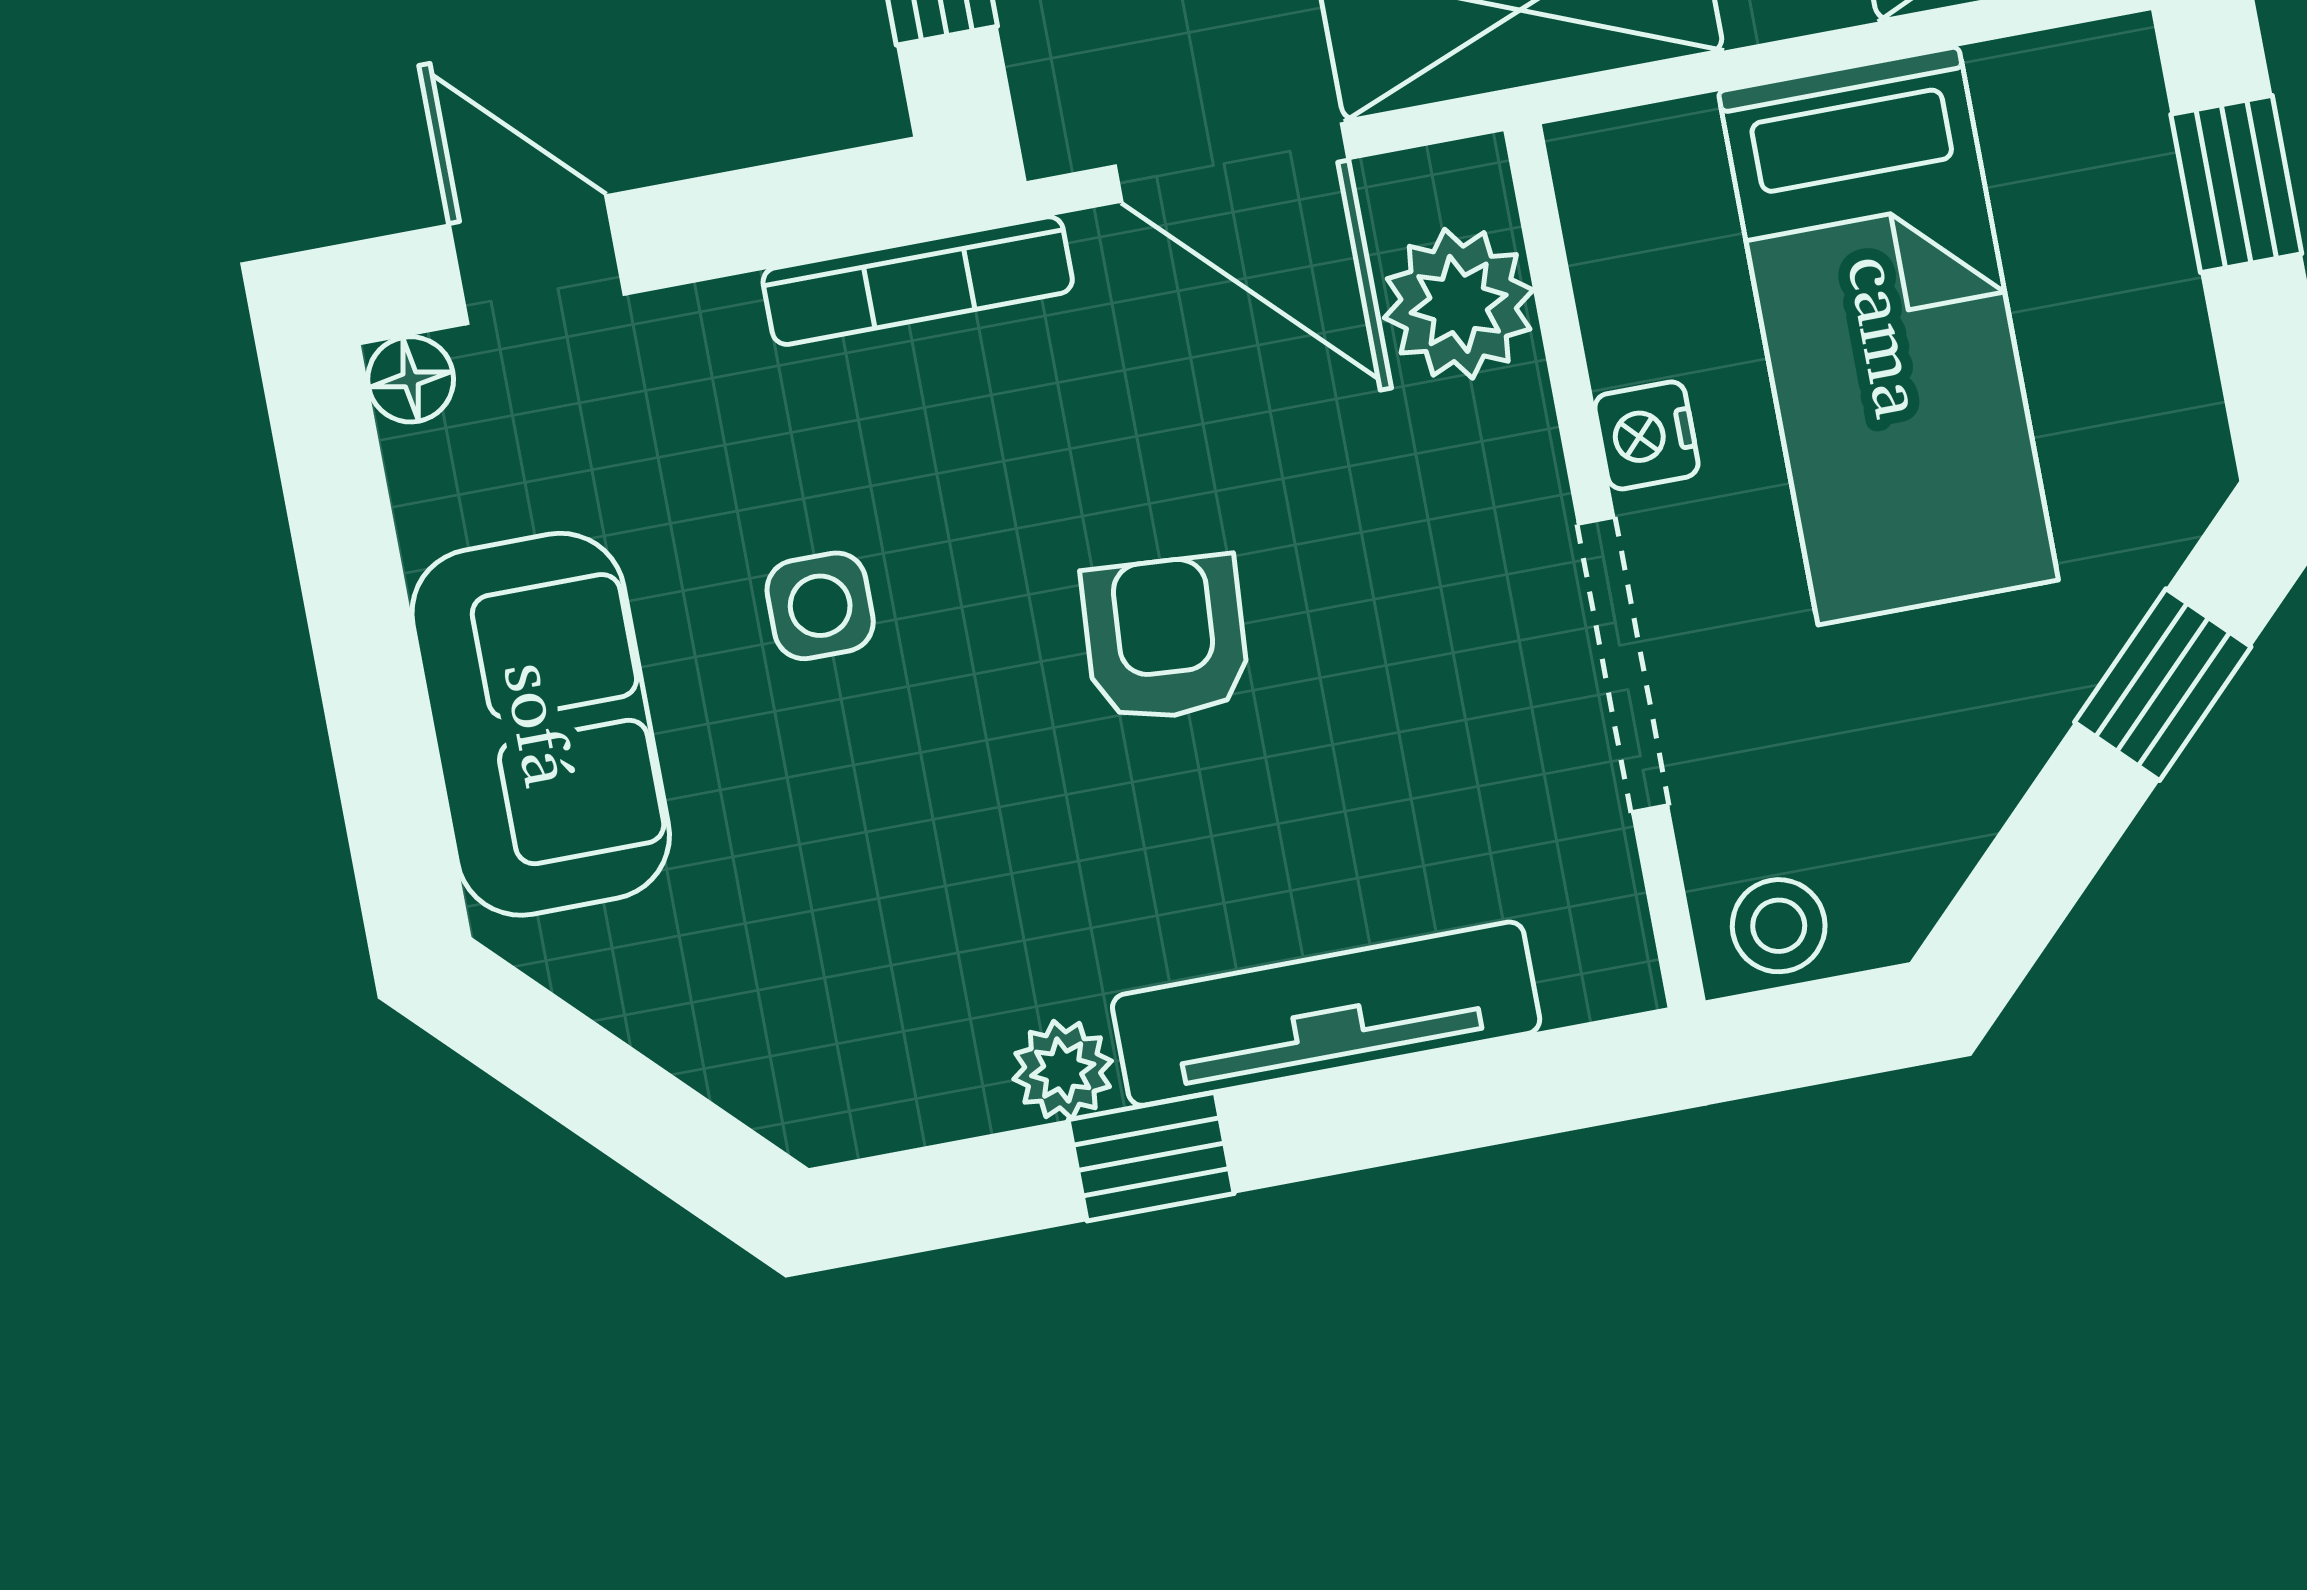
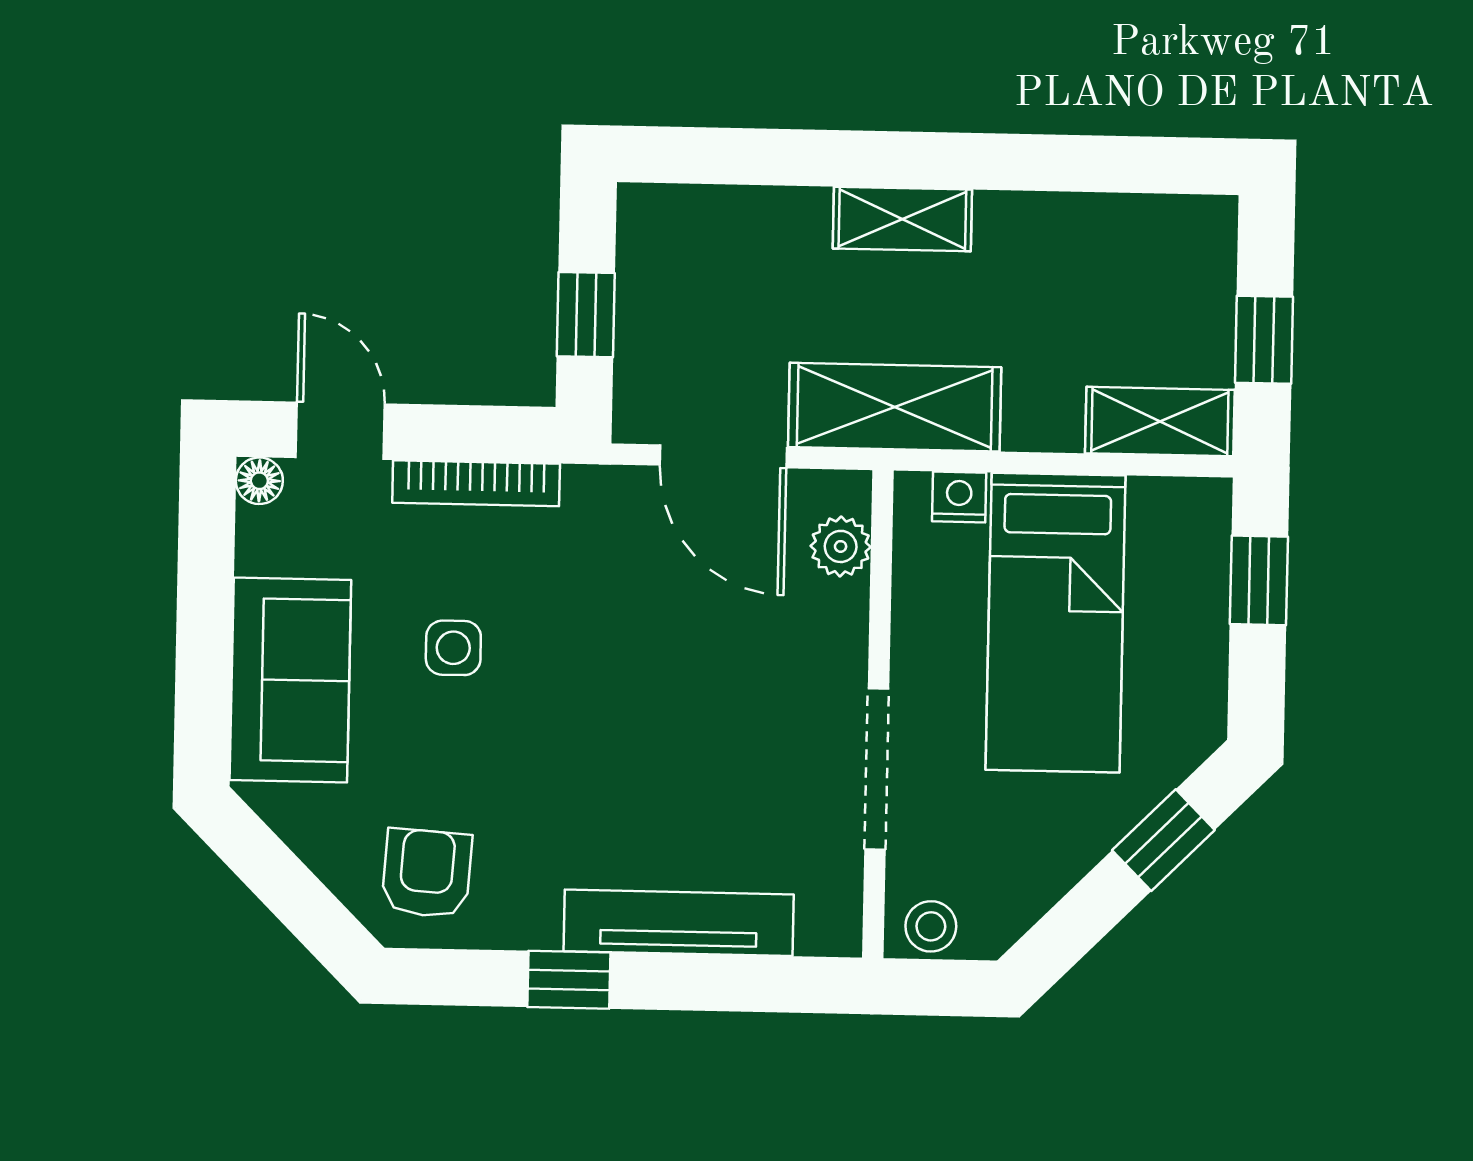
bookcase: (918, 281) -> (476, 483), moved
plant: (1459, 304) -> (841, 546), width x0.73, depth x0.73
nightstand: (1646, 435) -> (959, 497), moved, turned 90
armchair: (1165, 638) -> (427, 873), moved
plant: (1063, 1070) -> (531, 924), removed

